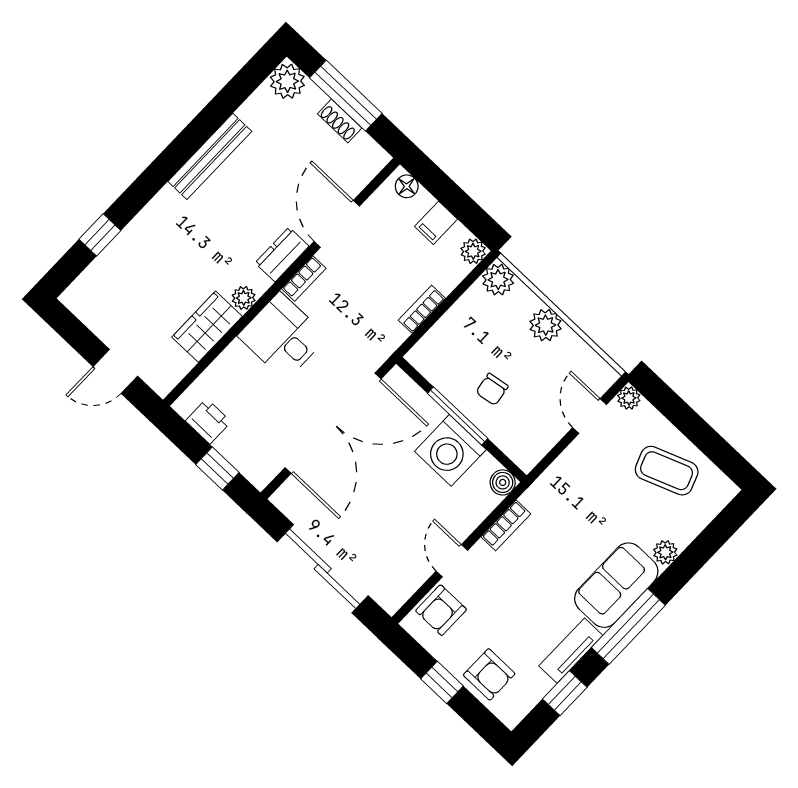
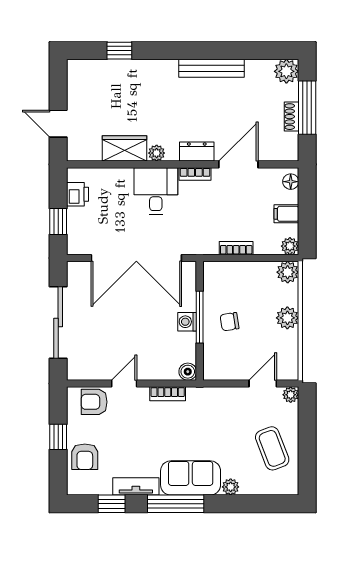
washing machine: (450, 450) -> (187, 322), width x0.53, depth x0.53

